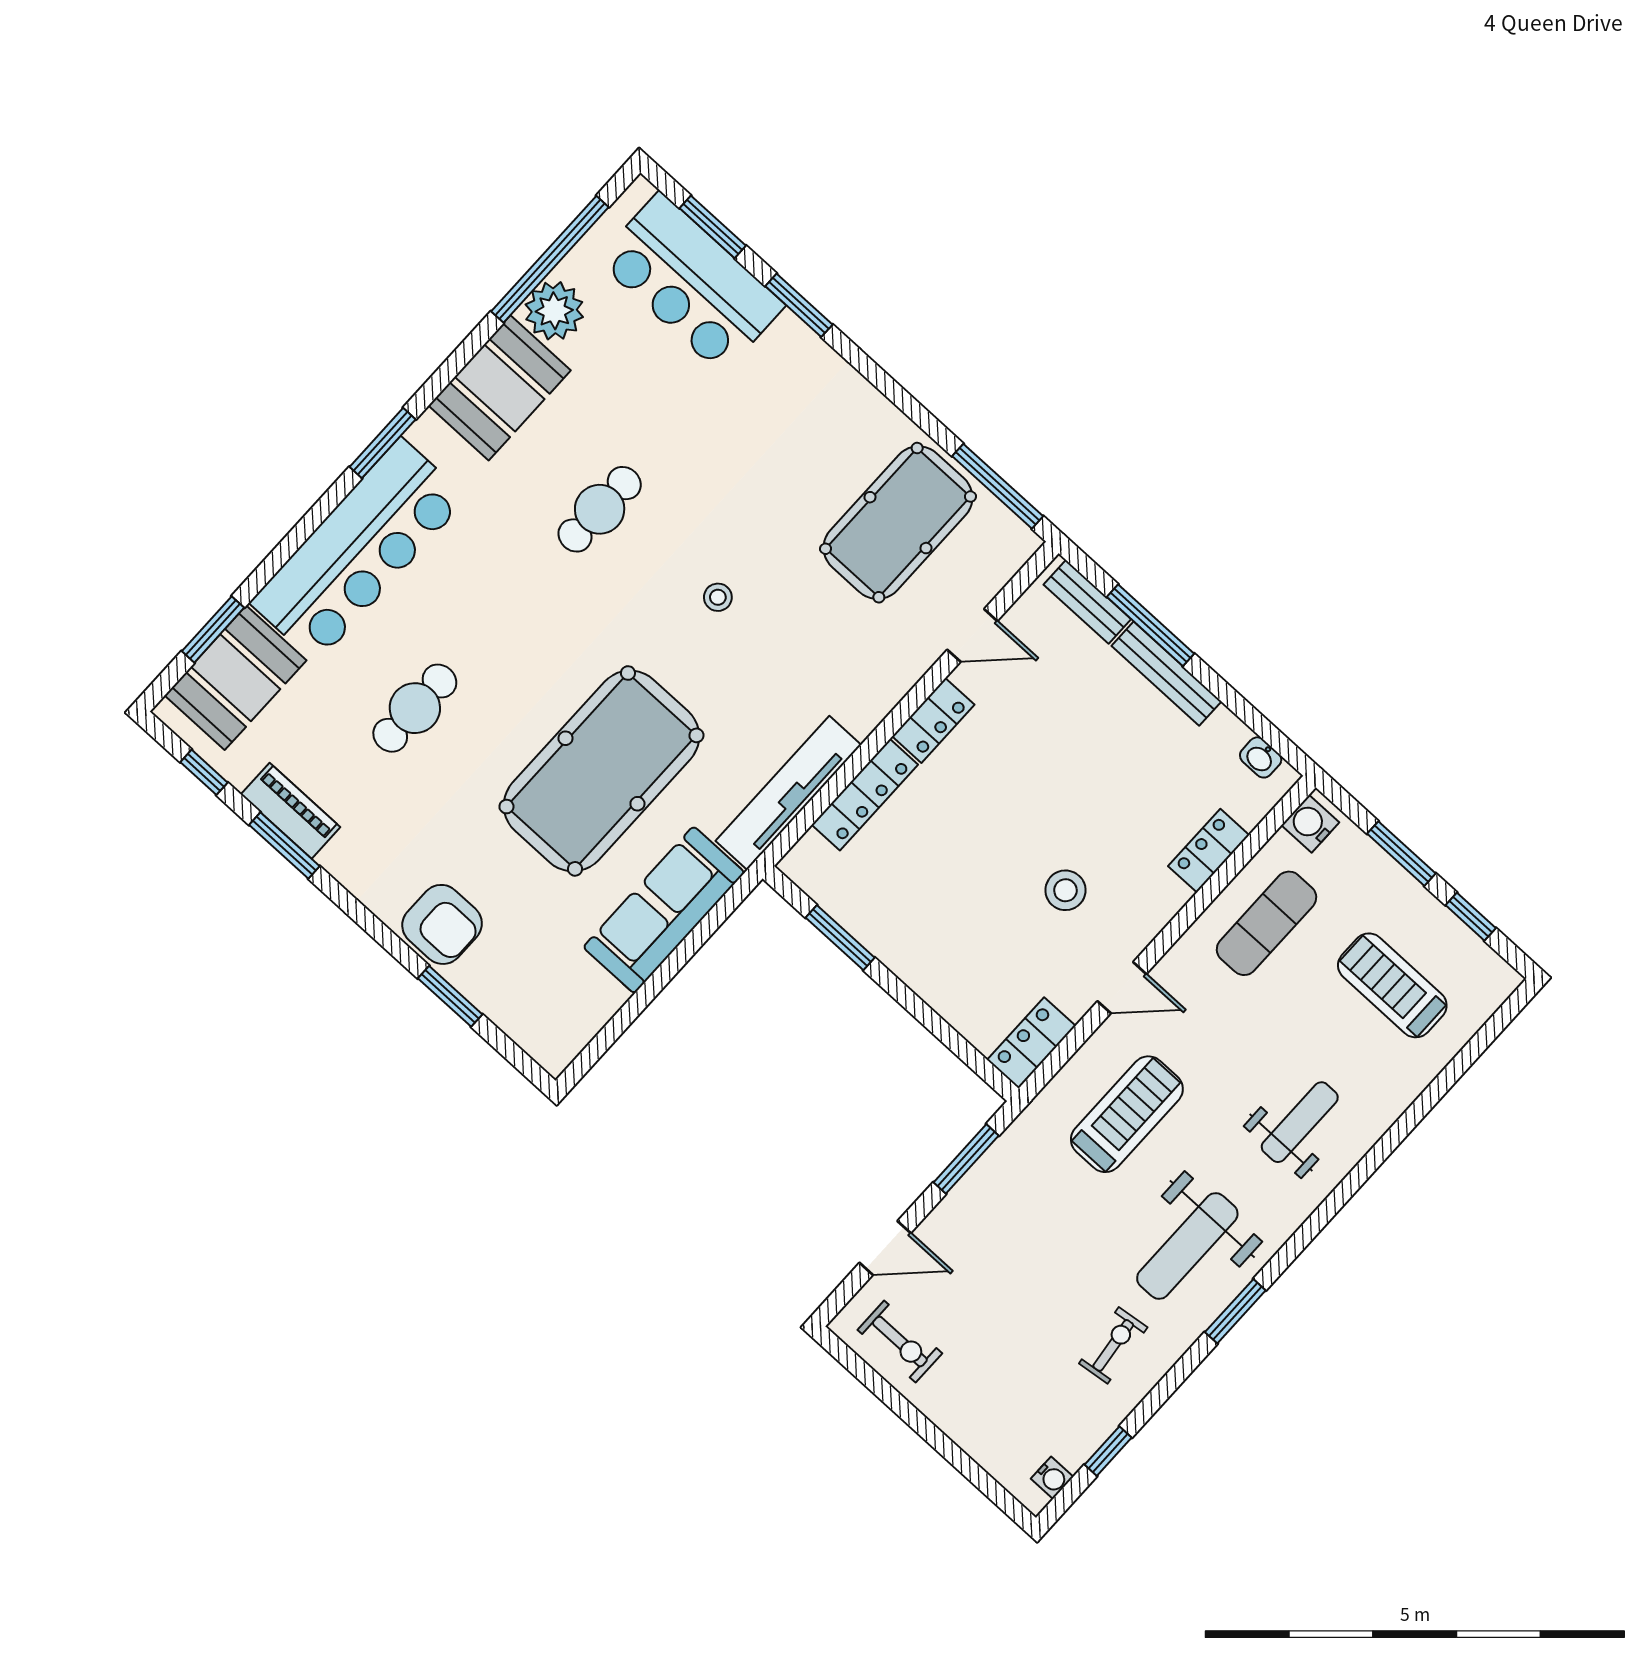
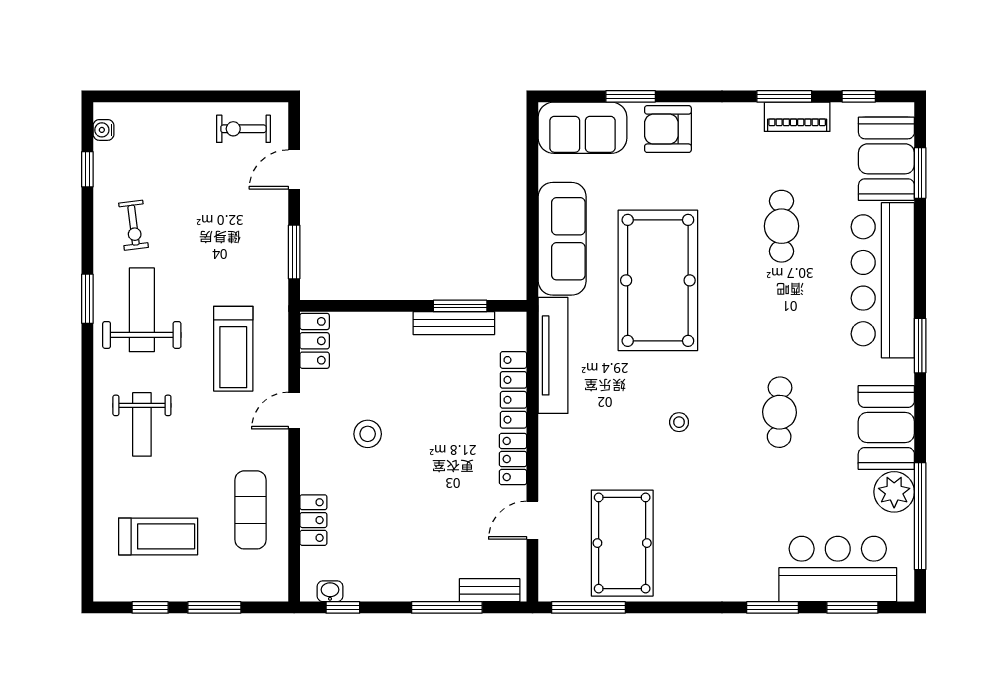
bench: (1166, 674) -> (454, 323), moved
window: (1263, 727) -> (343, 607), added
water cooler: (1310, 824) -> (274, 581), removed
sofa: (533, 1010) -> (582, 128), added

